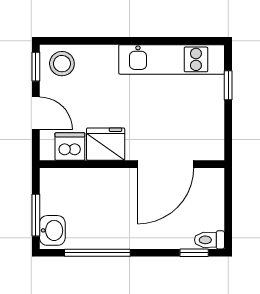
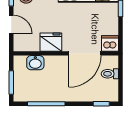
dishwasher: (70, 147) -> (110, 43), moved
washbasin: (52, 230) -> (35, 63), moved, turned 90
toilet: (209, 240) -> (110, 74), moved

